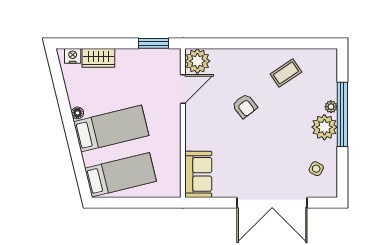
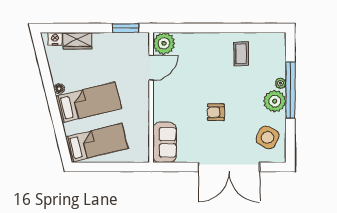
coffee table: (286, 73) -> (241, 54), turned -57
armchair: (245, 106) -> (216, 112), moved, turned 128
side table: (316, 169) -> (268, 137), width x1.87, depth x1.87

